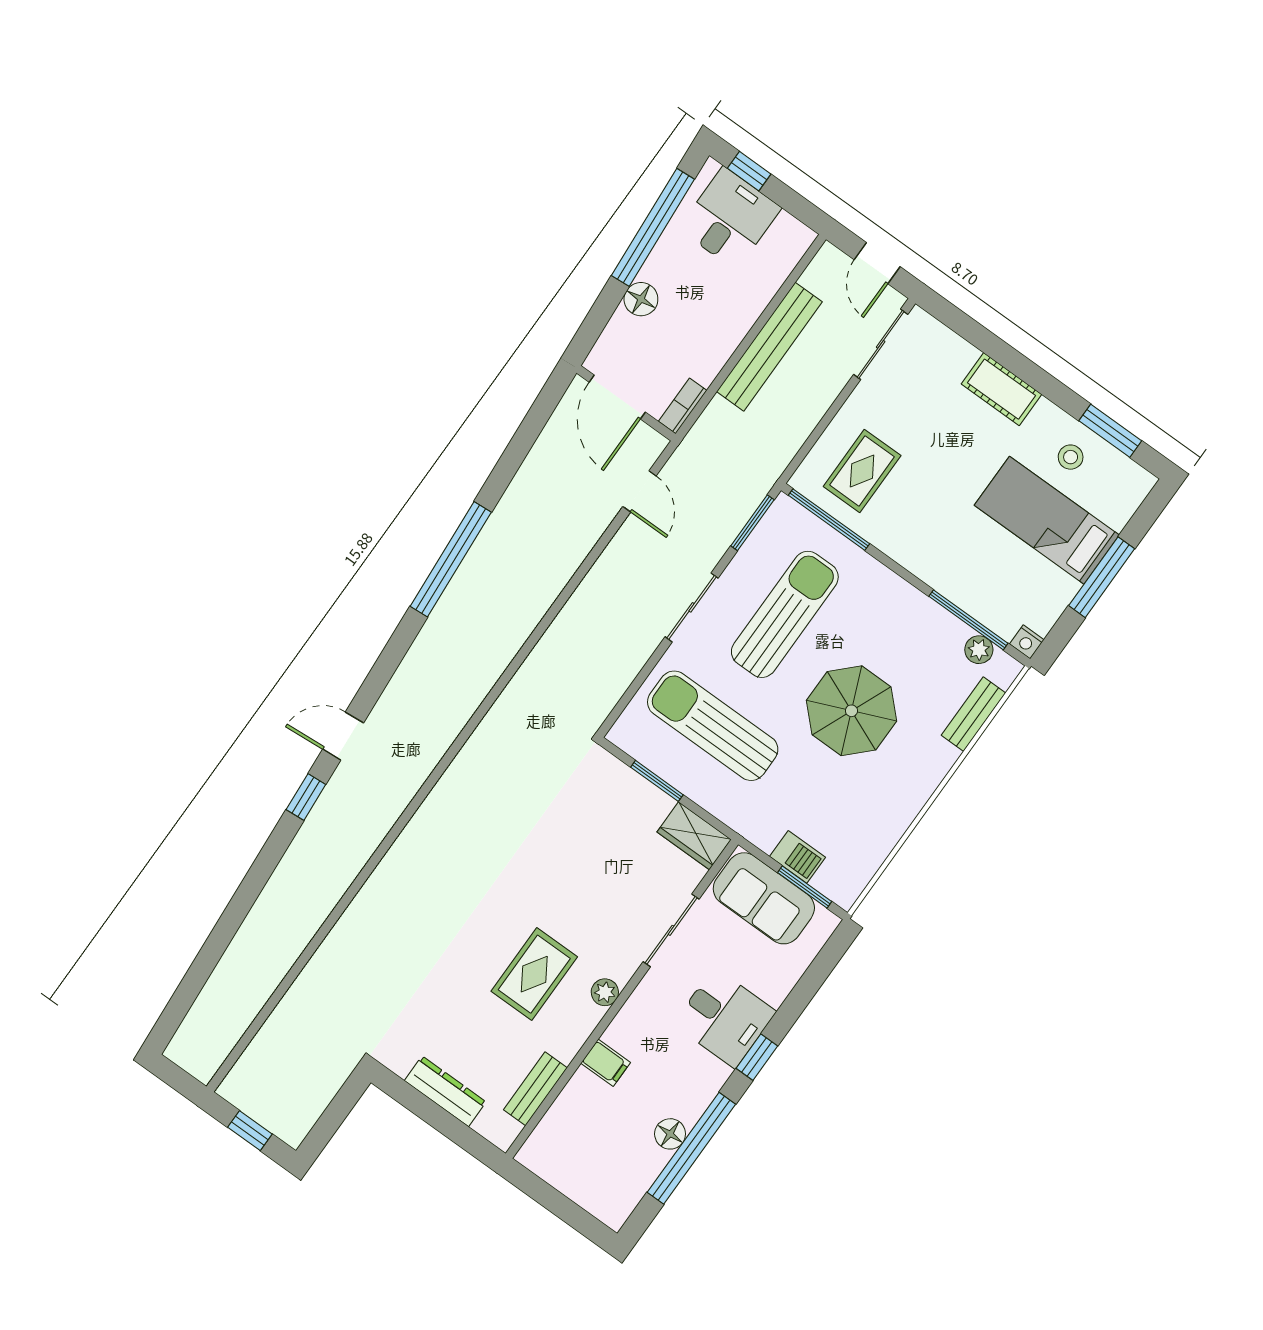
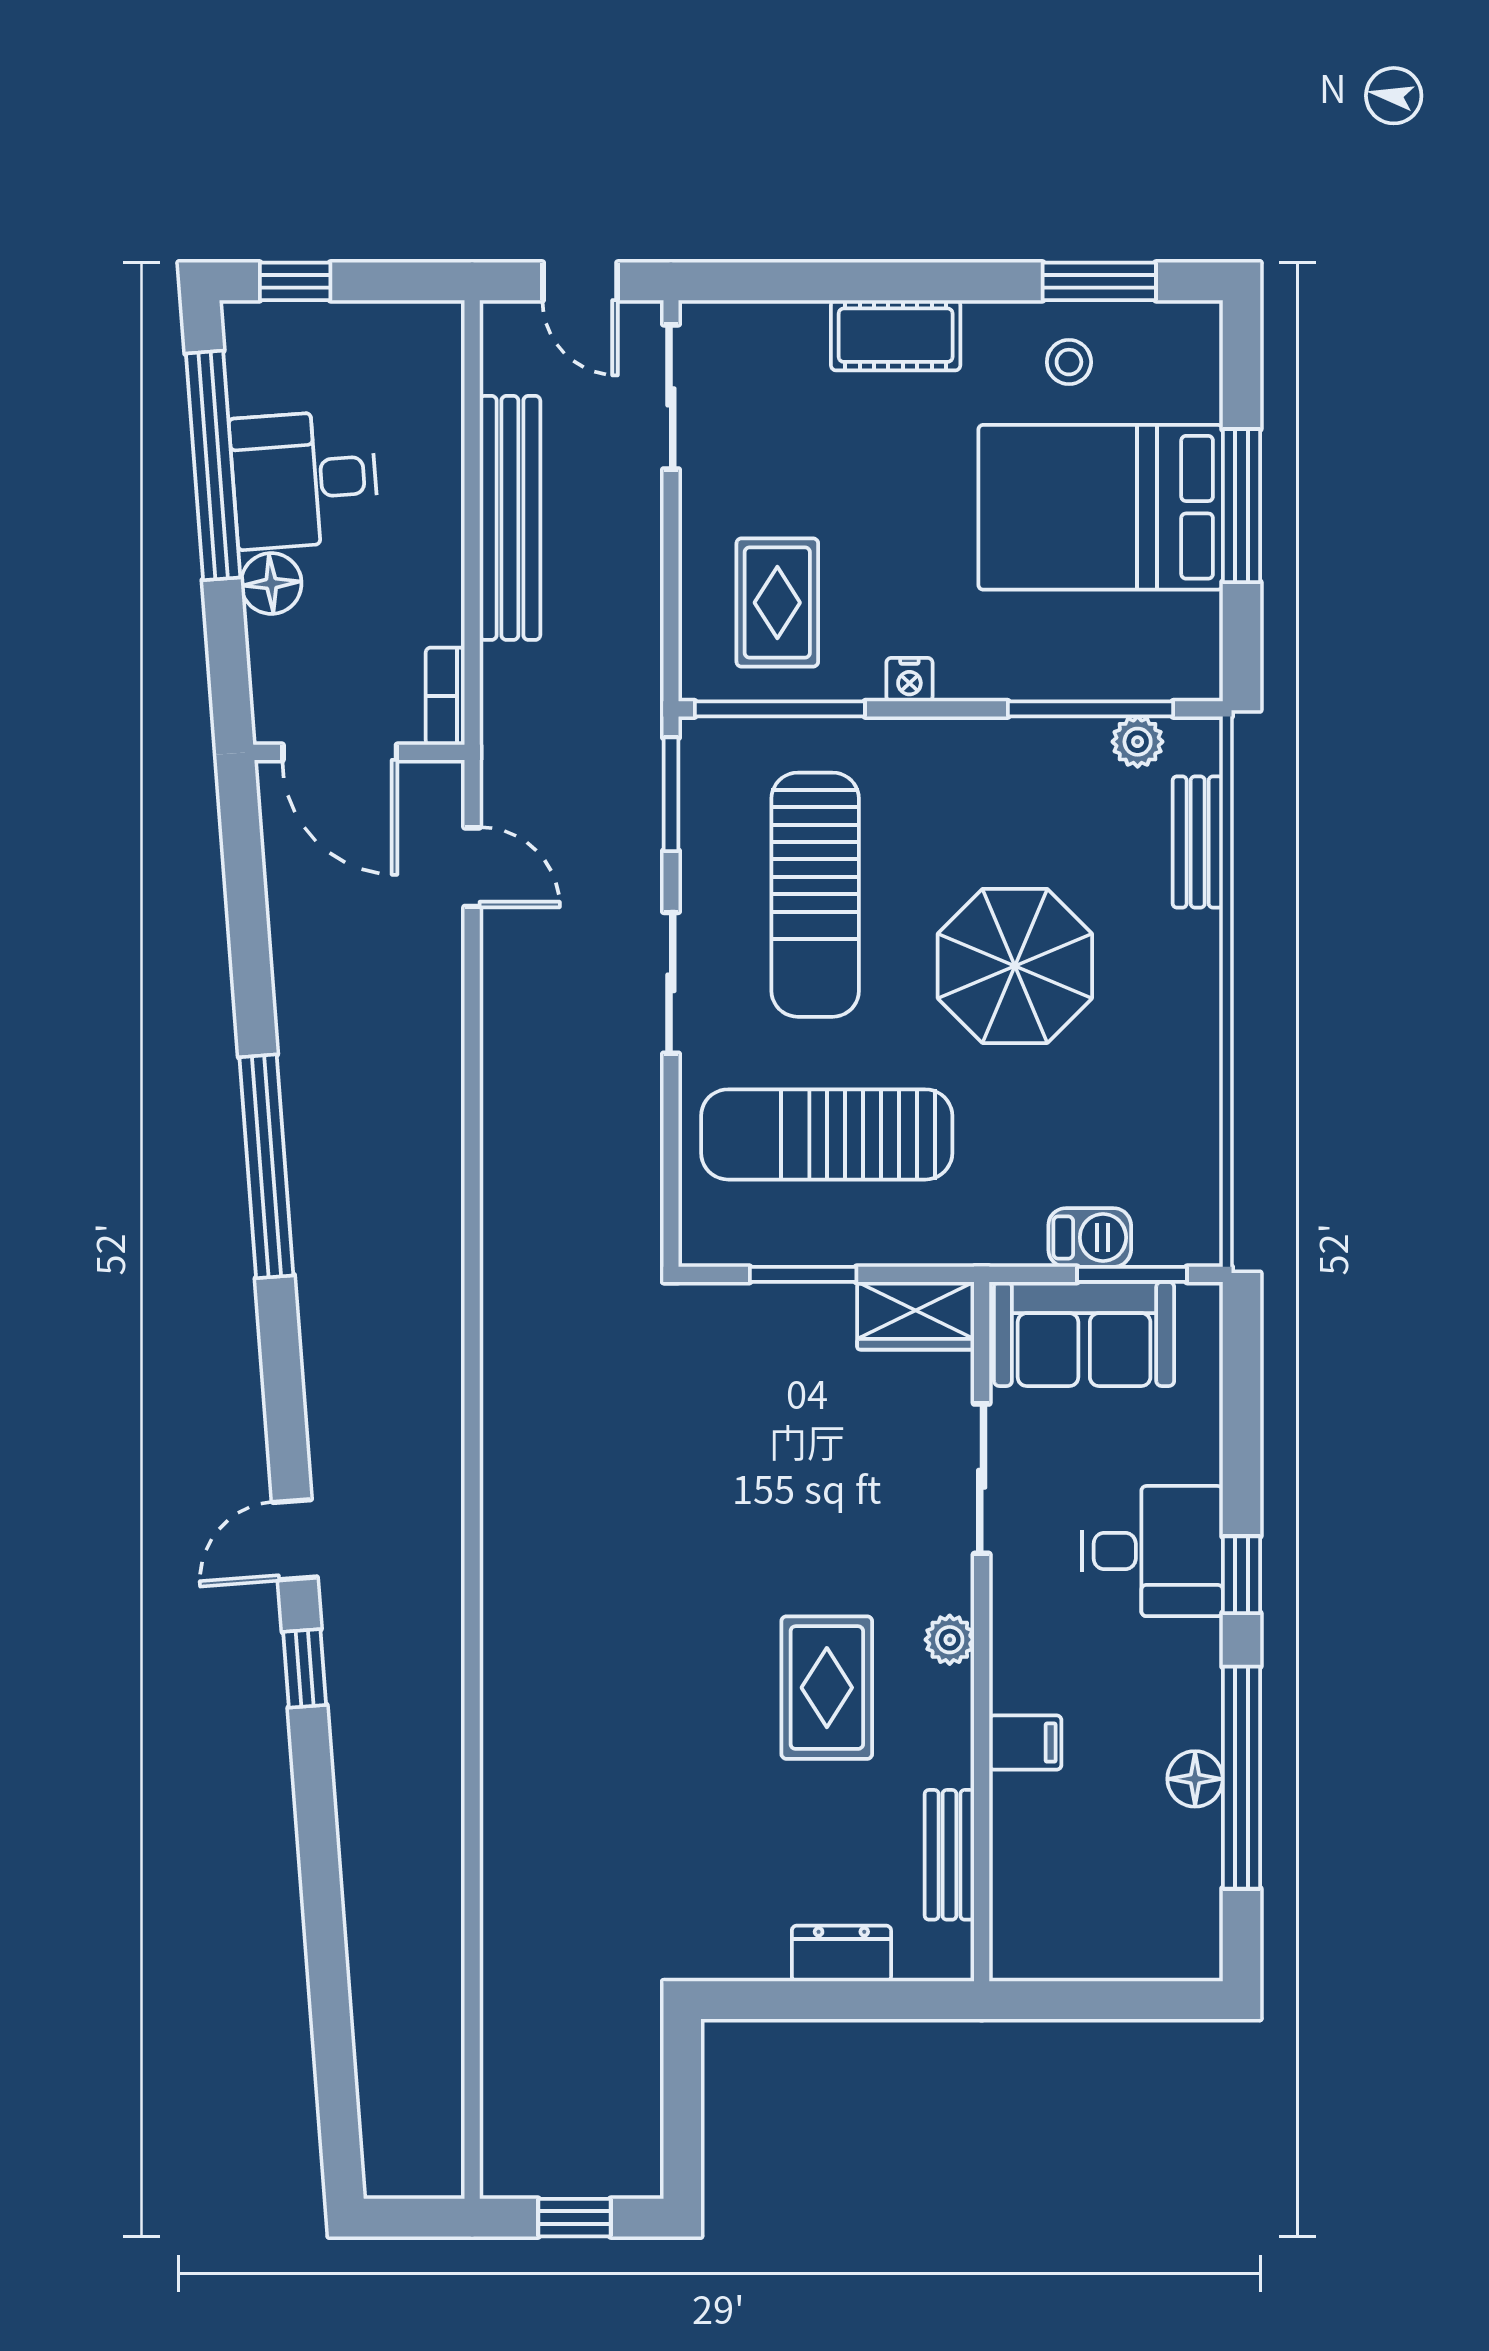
desk: (730, 218) -> (304, 479), moved, turned -94
bed: (1047, 520) -> (1101, 507), width x1.50
sun lounger: (785, 614) -> (815, 895), turned 180
nightstand: (1027, 642) -> (909, 680), moved
dresser: (445, 1091) -> (841, 1954), width x0.70

